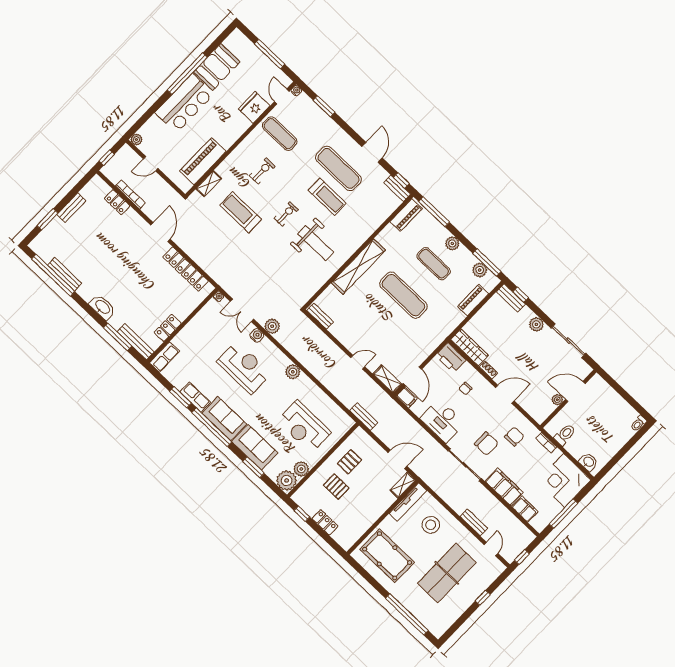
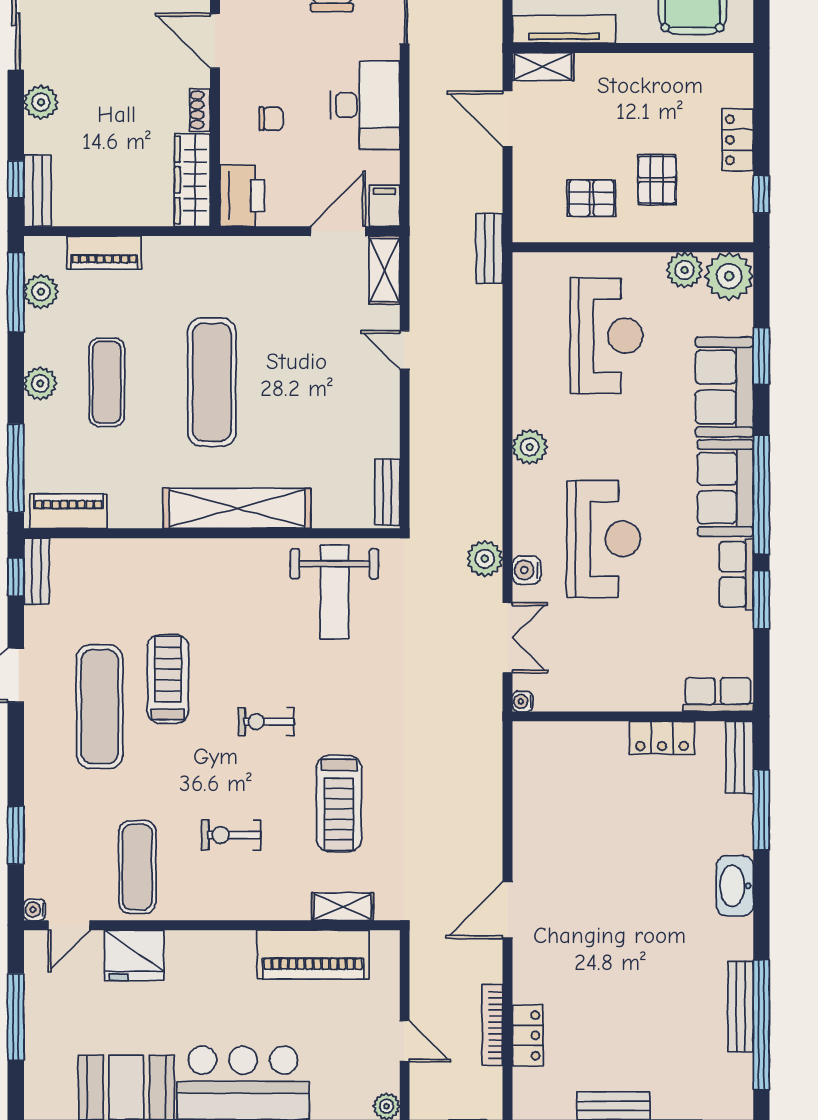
weight bench: (316, 243) -> (334, 592), moved, turned 180
locker: (186, 269) -> (530, 805), removed
bench: (136, 342) -> (740, 757), width x0.73
reception desk: (244, 368) -> (604, 539), turned 180

